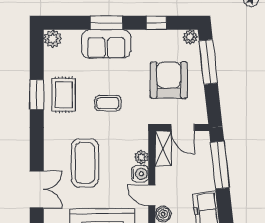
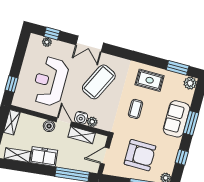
window: (37, 95) -> (178, 68), moved
shelving: (163, 149) -> (82, 135), moved
coffee table: (85, 163) -> (99, 82), turned -64
door: (152, 196) -> (64, 122), hinge flipped

